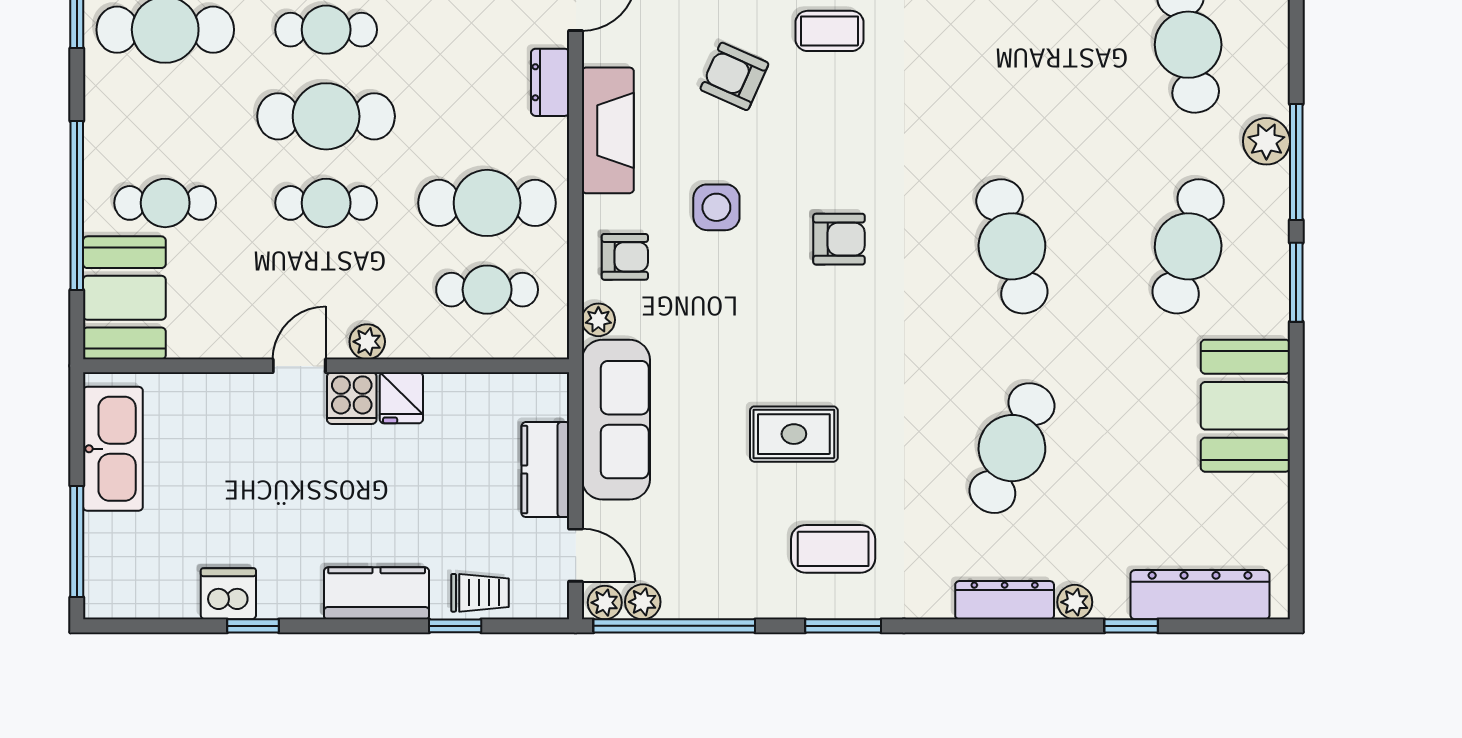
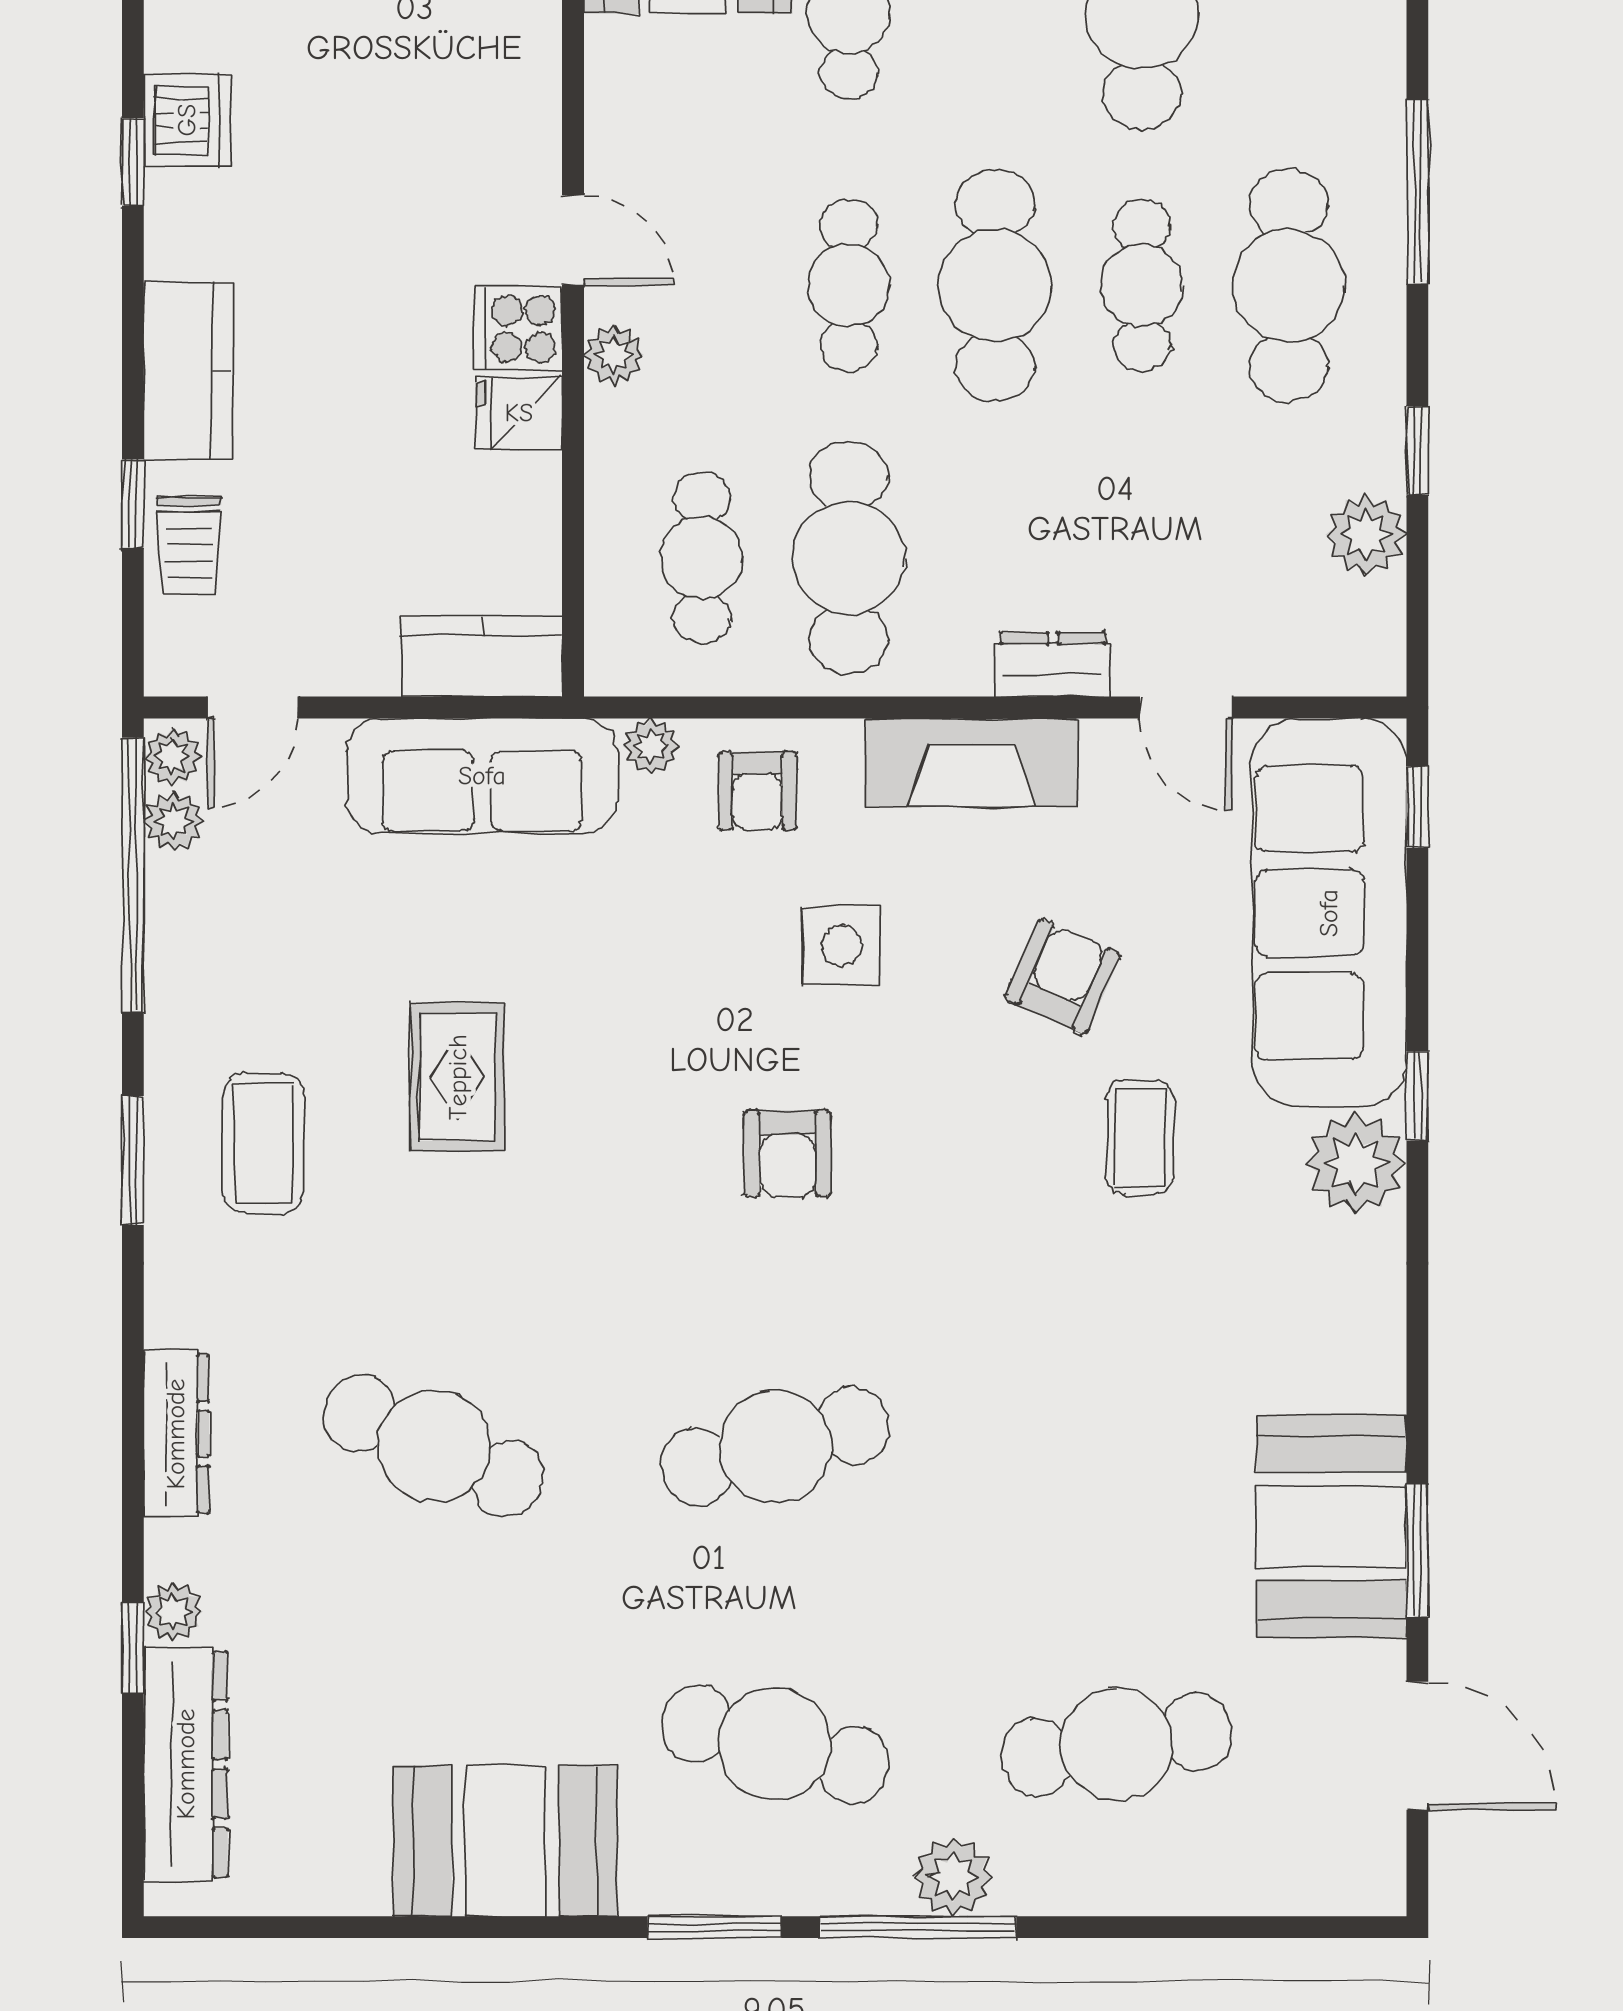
kitchen counter: (545, 470) -> (482, 656), moved
plant: (1075, 602) -> (173, 1612), moved

